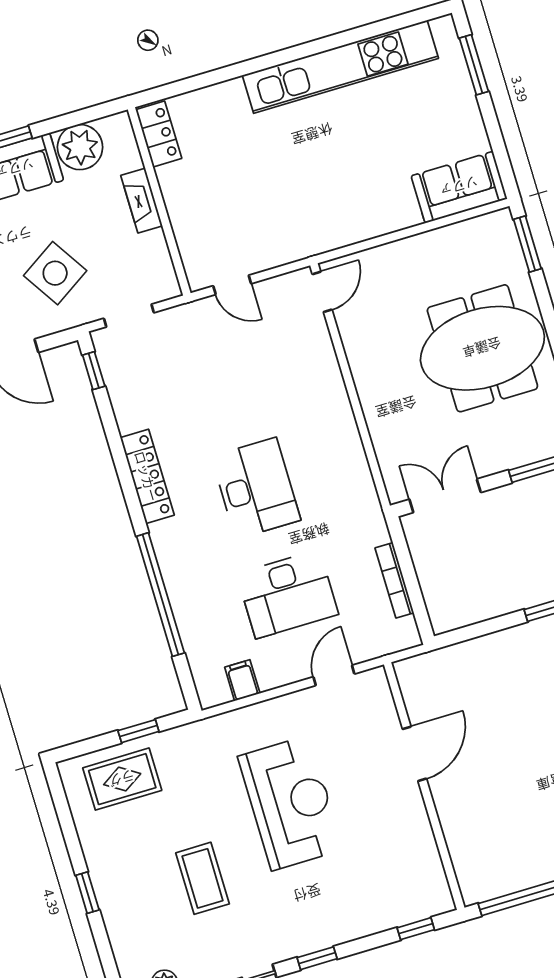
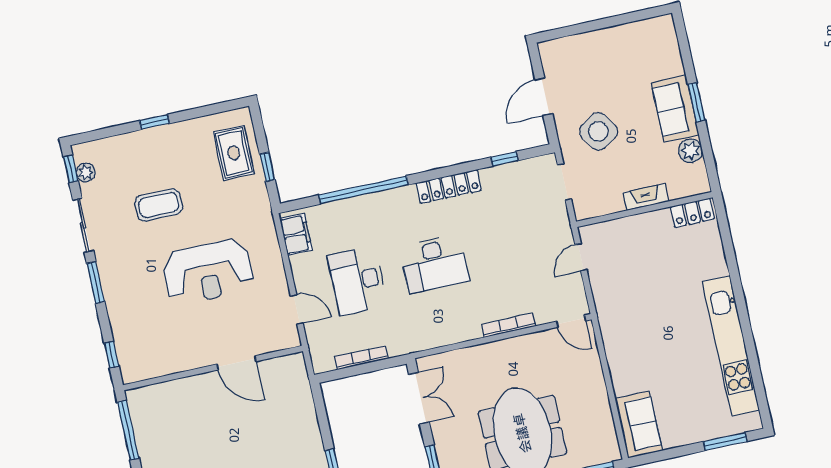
plant: (80, 147) -> (690, 151), width x0.73, depth x0.73
window: (94, 371) -> (504, 159), moved
bookcase: (334, 379) -> (509, 325), added
filing cabinet: (242, 680) -> (296, 234), width x2.00
window: (317, 958) -> (96, 283), width x1.50

